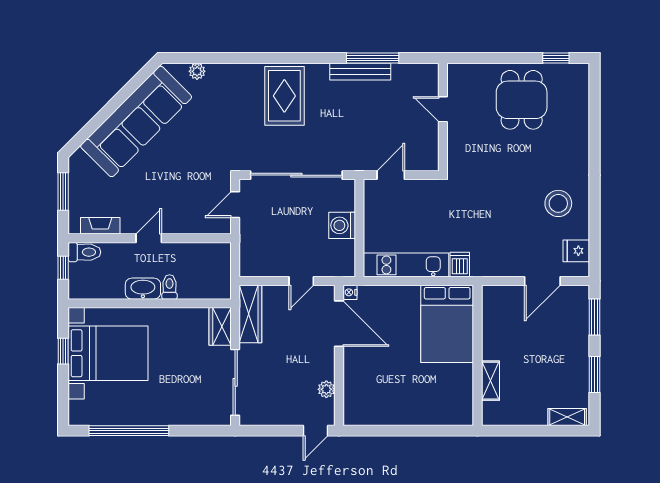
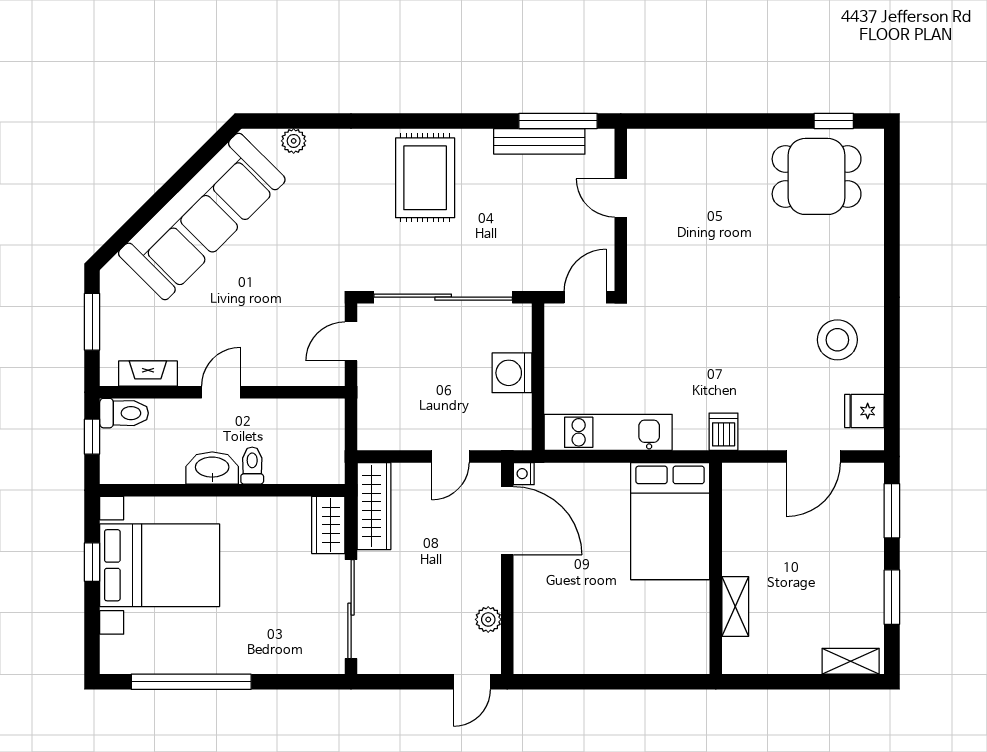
dining table: (522, 100) -> (817, 176), moved, turned 90
door: (443, 109) -> (621, 198), moved
wall: (443, 117) -> (621, 210), moved
dishwasher: (460, 265) -> (724, 432), moved

